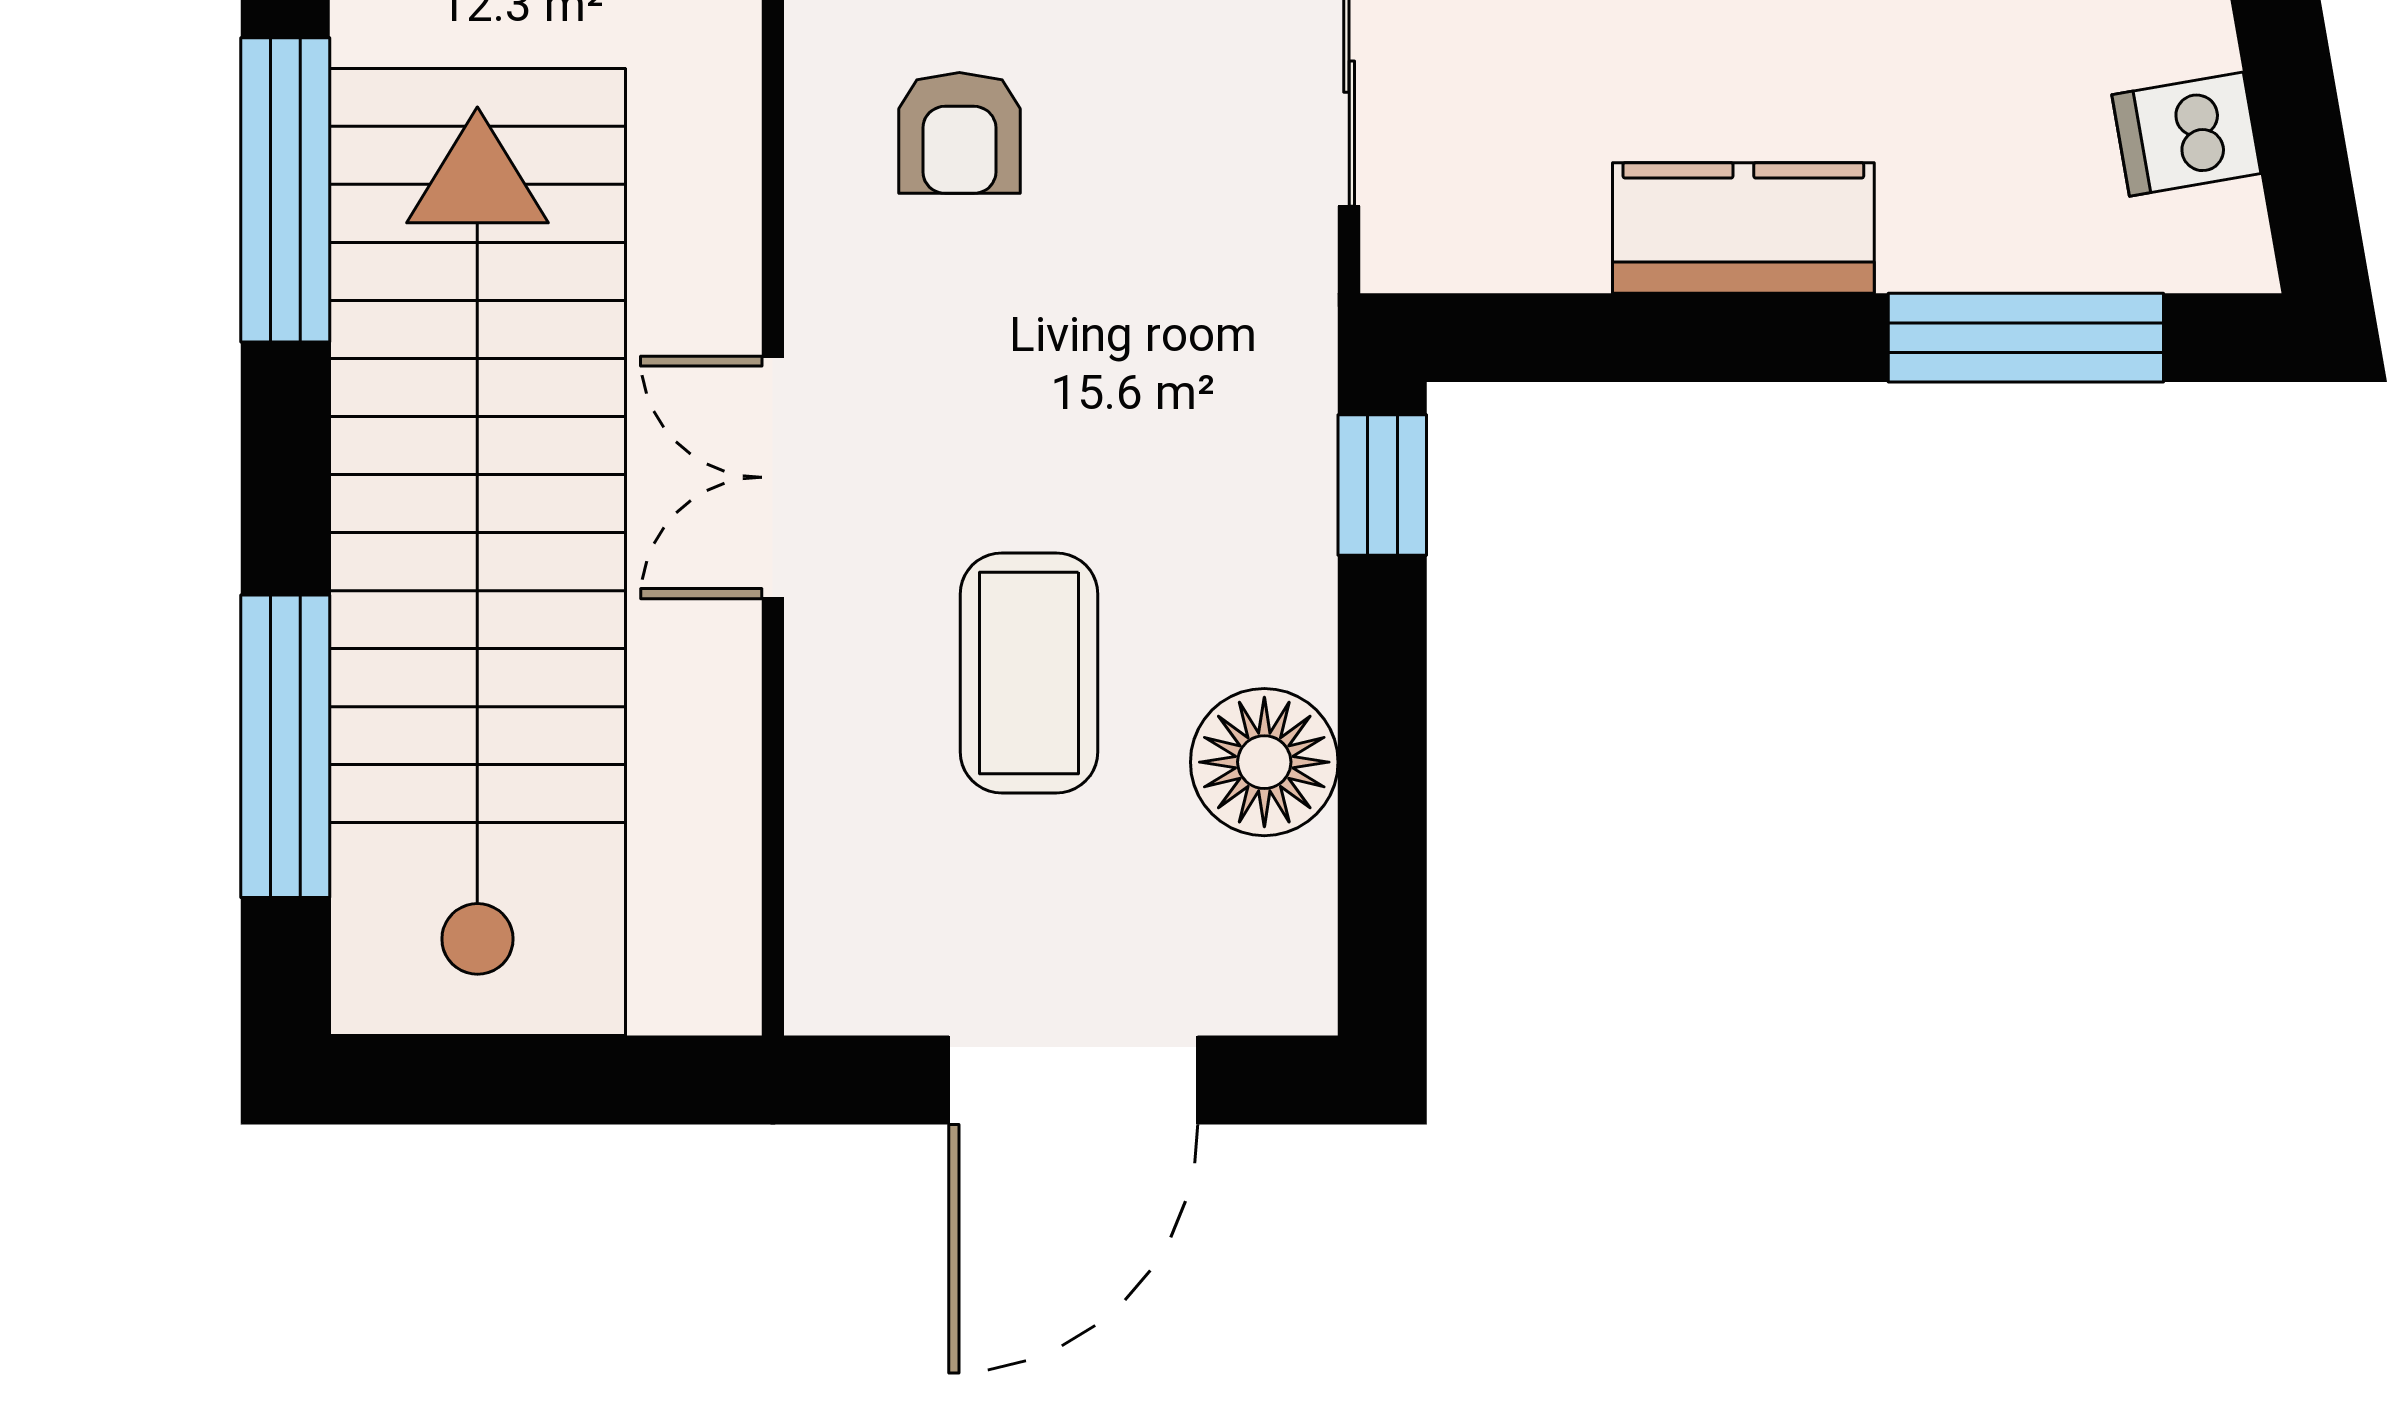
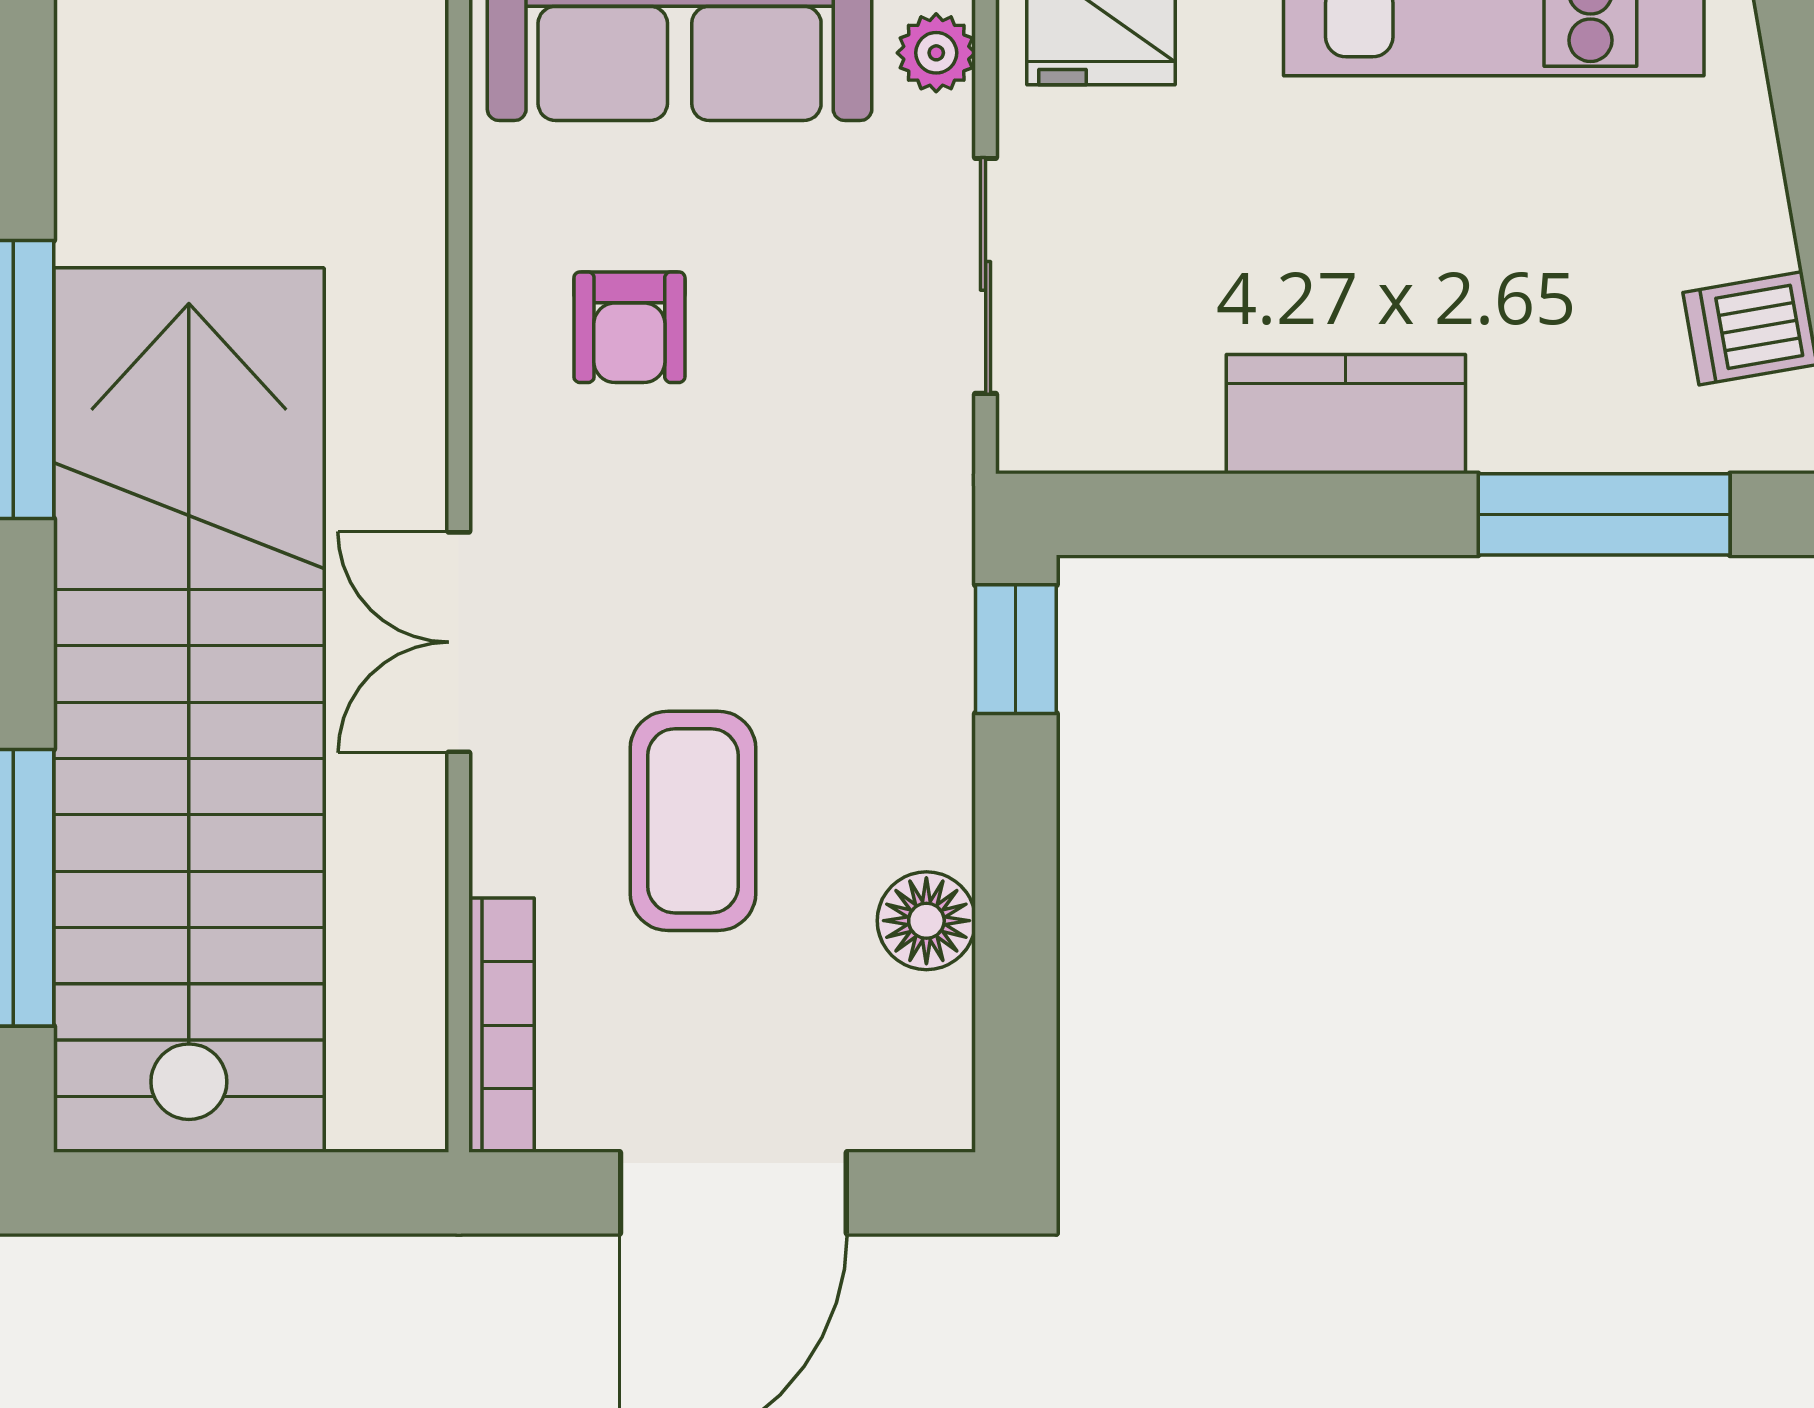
floor lamp: (1264, 762) -> (926, 921), width x0.73, depth x0.73
bookcase: (820, 896) -> (502, 1025), added

